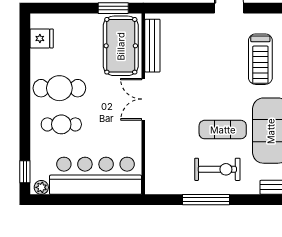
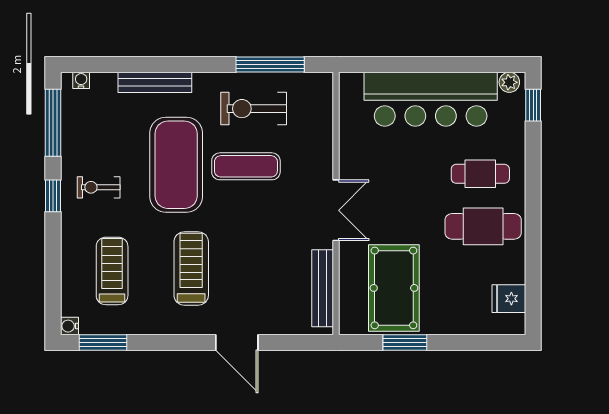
bench: (152, 46) -> (323, 288), moved
double door: (143, 99) -> (336, 210), moved
wall: (143, 104) -> (336, 204), moved

